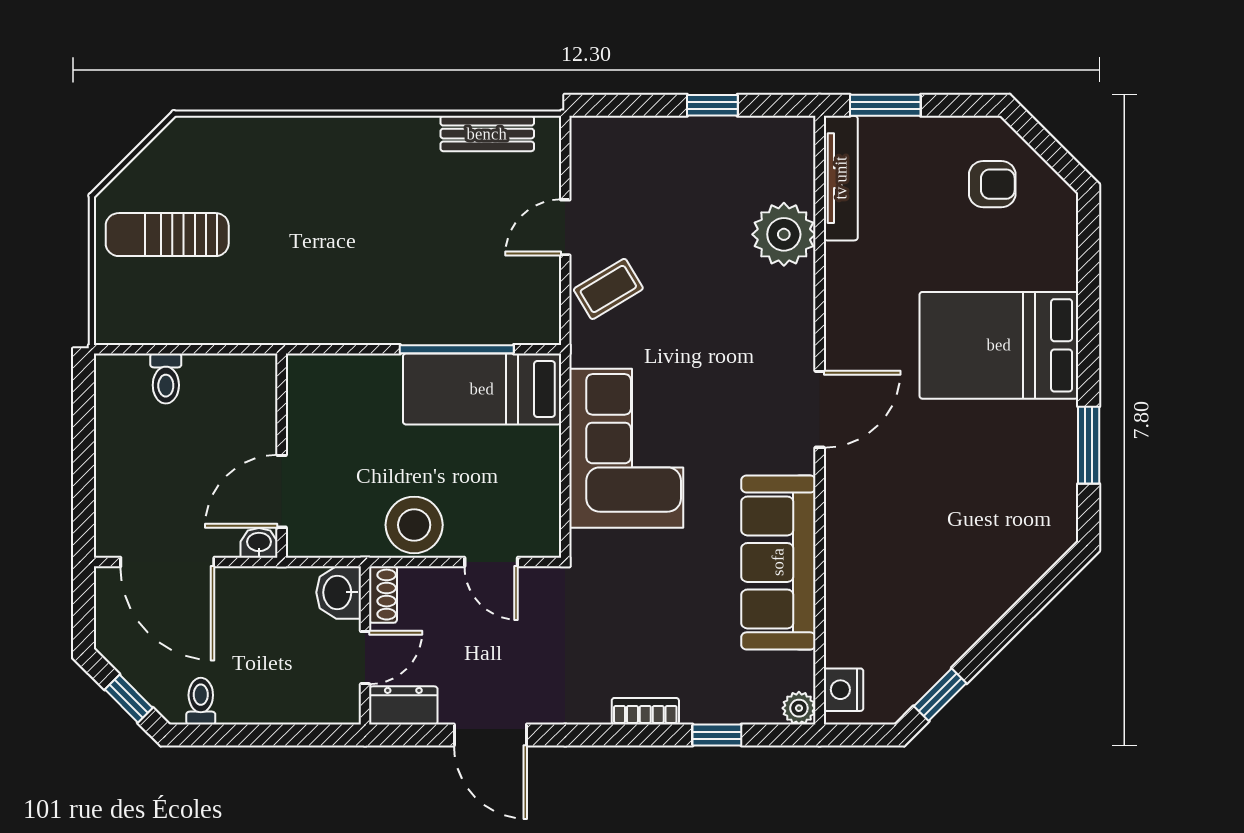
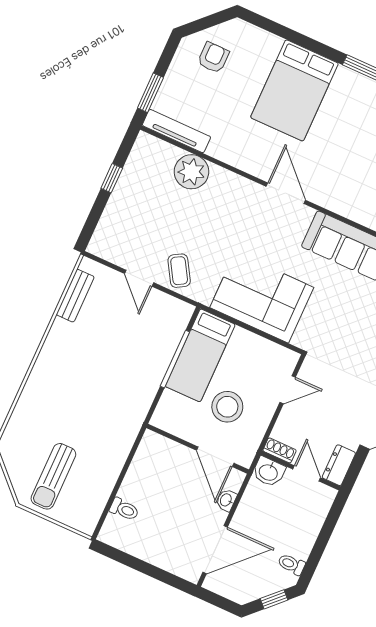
wall: (282, 456) -> (198, 449), moved
door: (282, 491) -> (215, 457), moved
stool: (414, 525) -> (227, 407), moved

